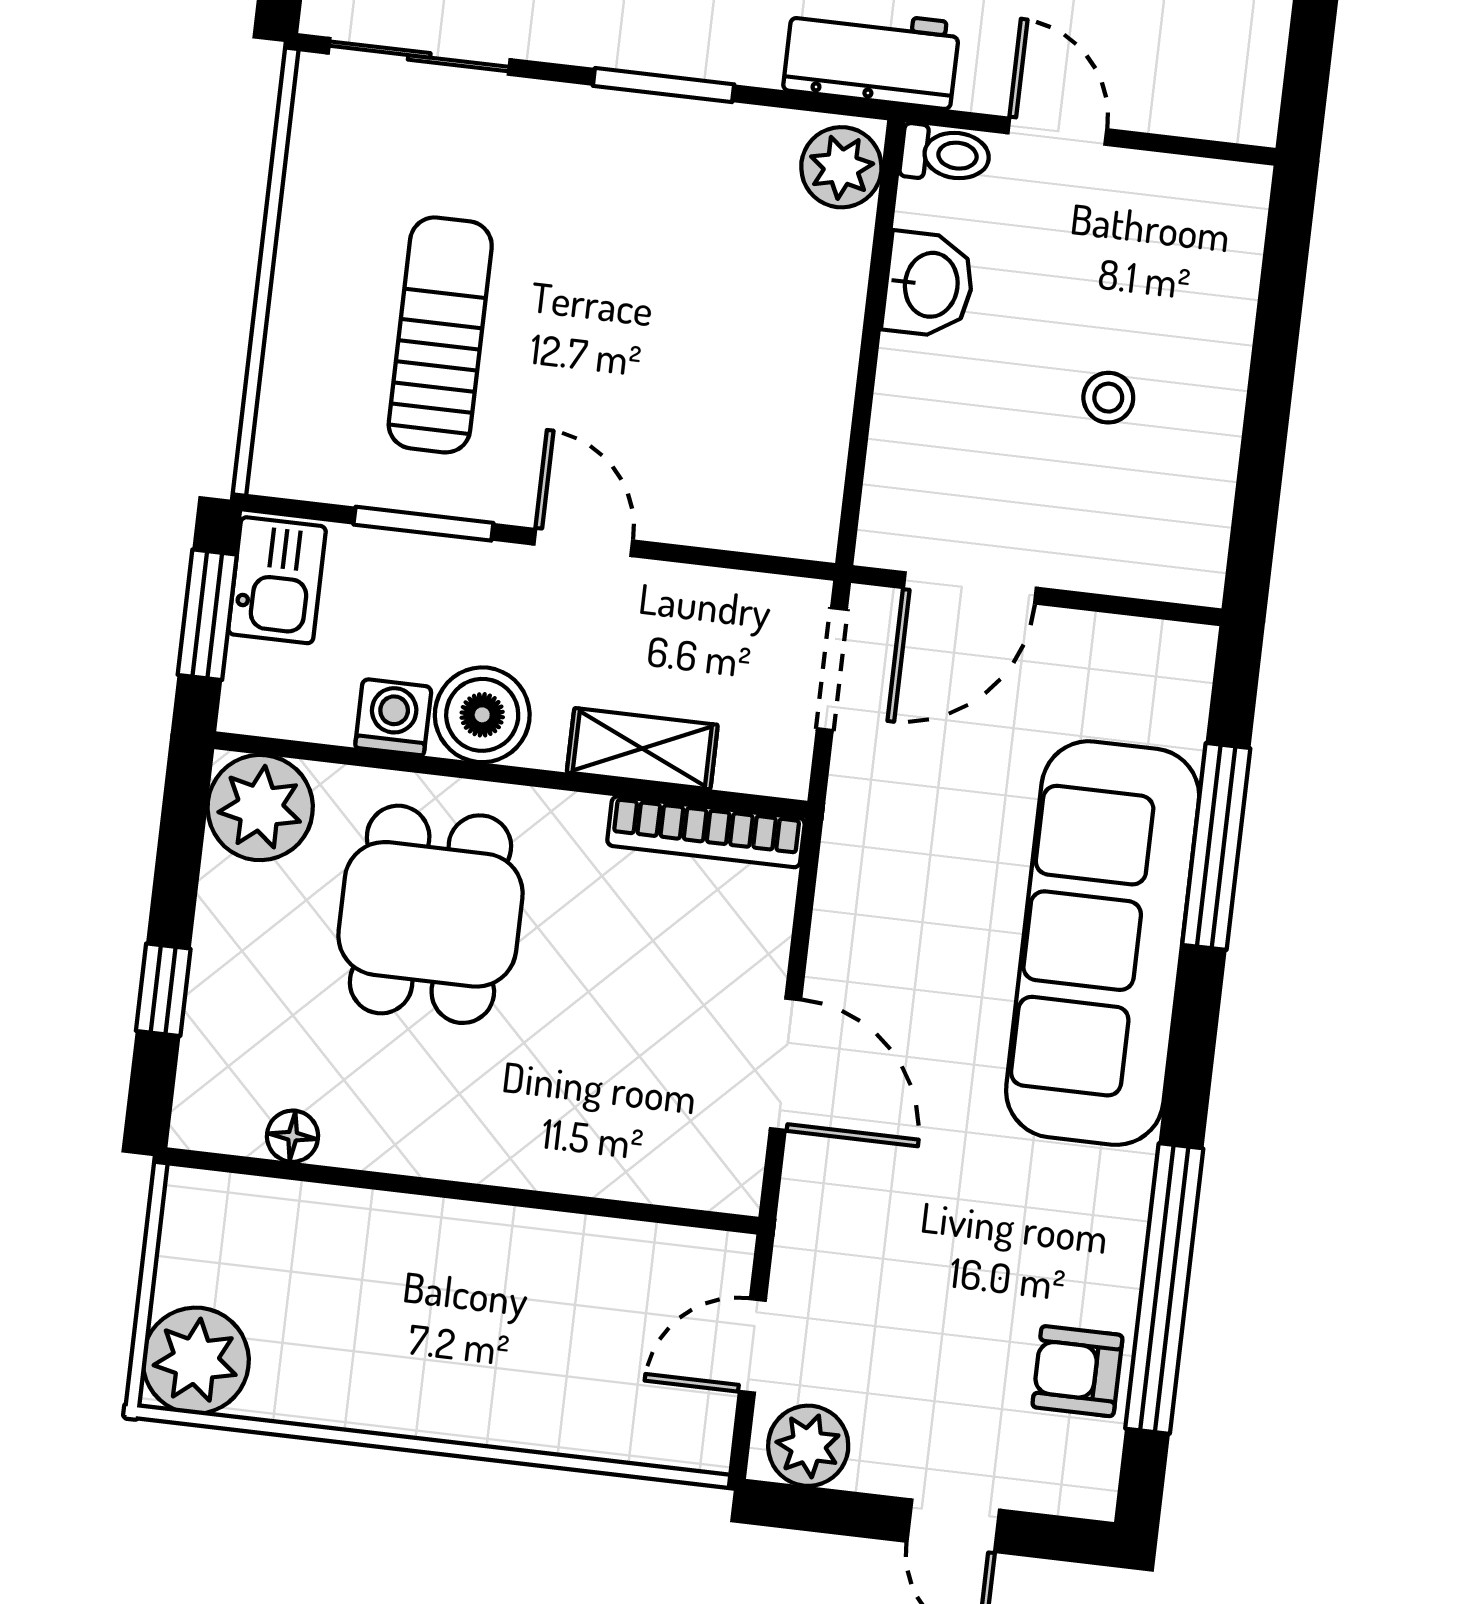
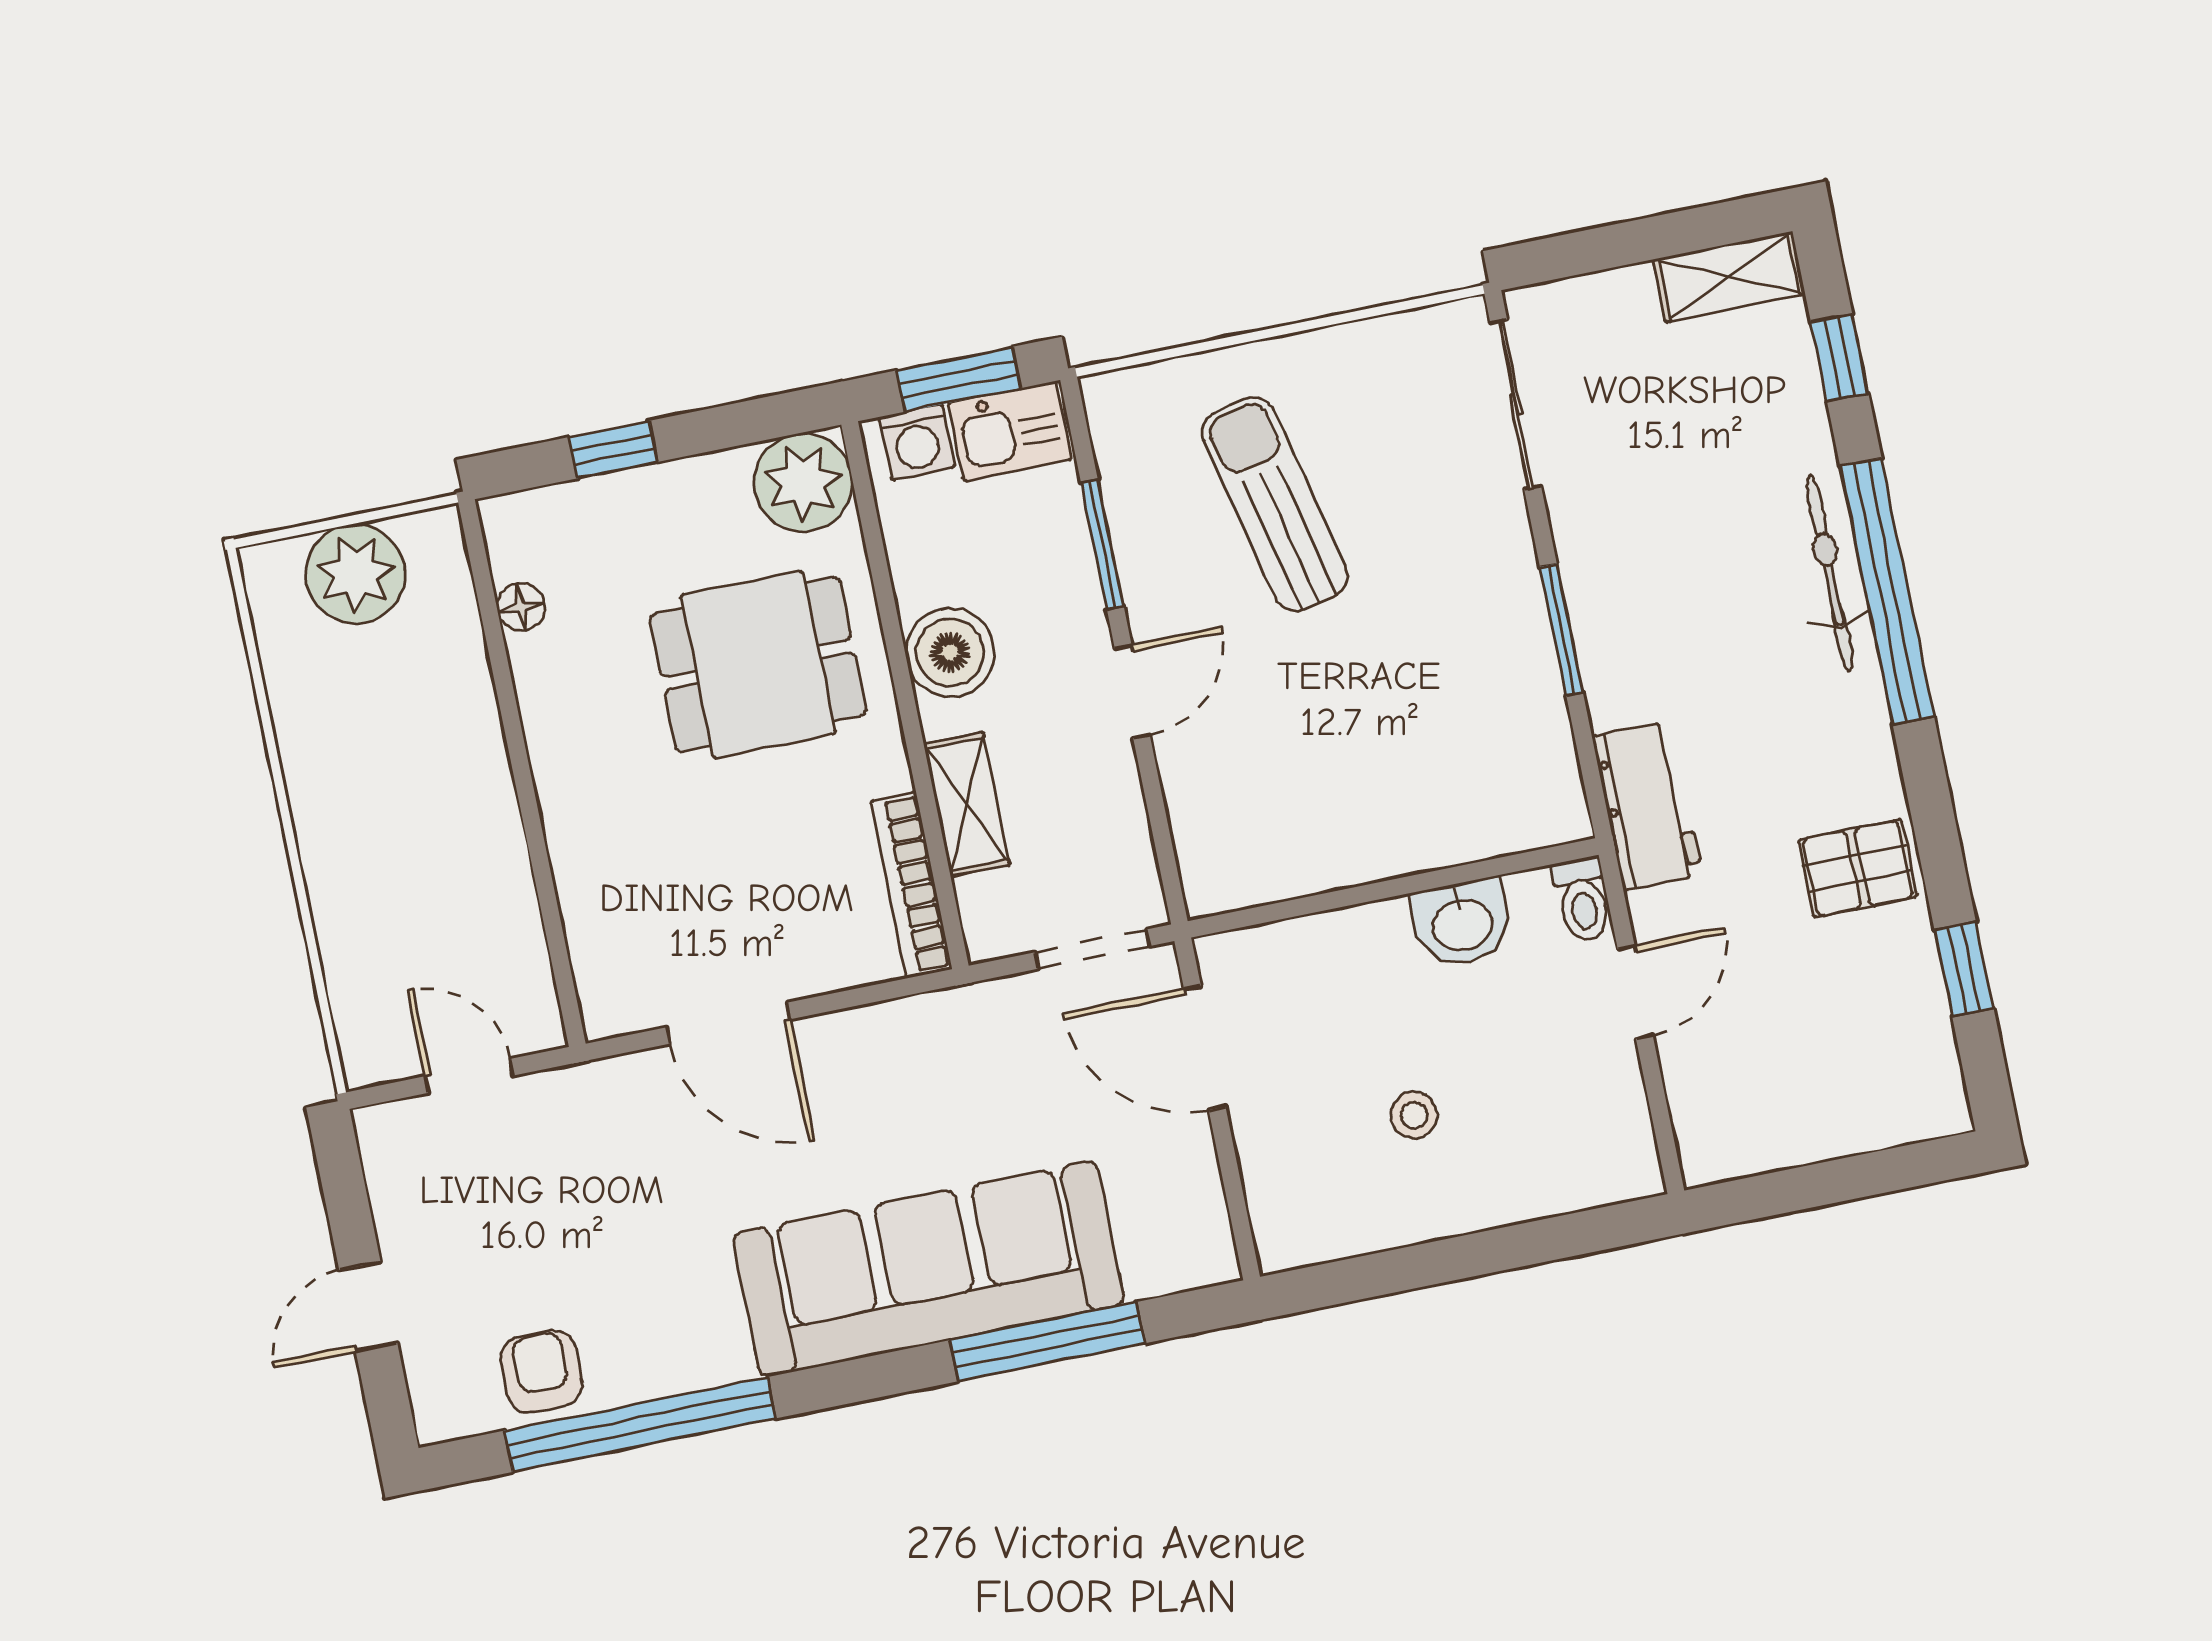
plant: (841, 167) -> (1540, 811), removed
sun lounger: (440, 335) -> (1275, 504), turned -103
washing machine: (393, 717) -> (917, 442), moved, turned 90
door: (785, 1064) -> (729, 1023), hinge flipped
plant: (196, 1361) -> (356, 574), moved
plant: (808, 1446) -> (397, 1155), removed

